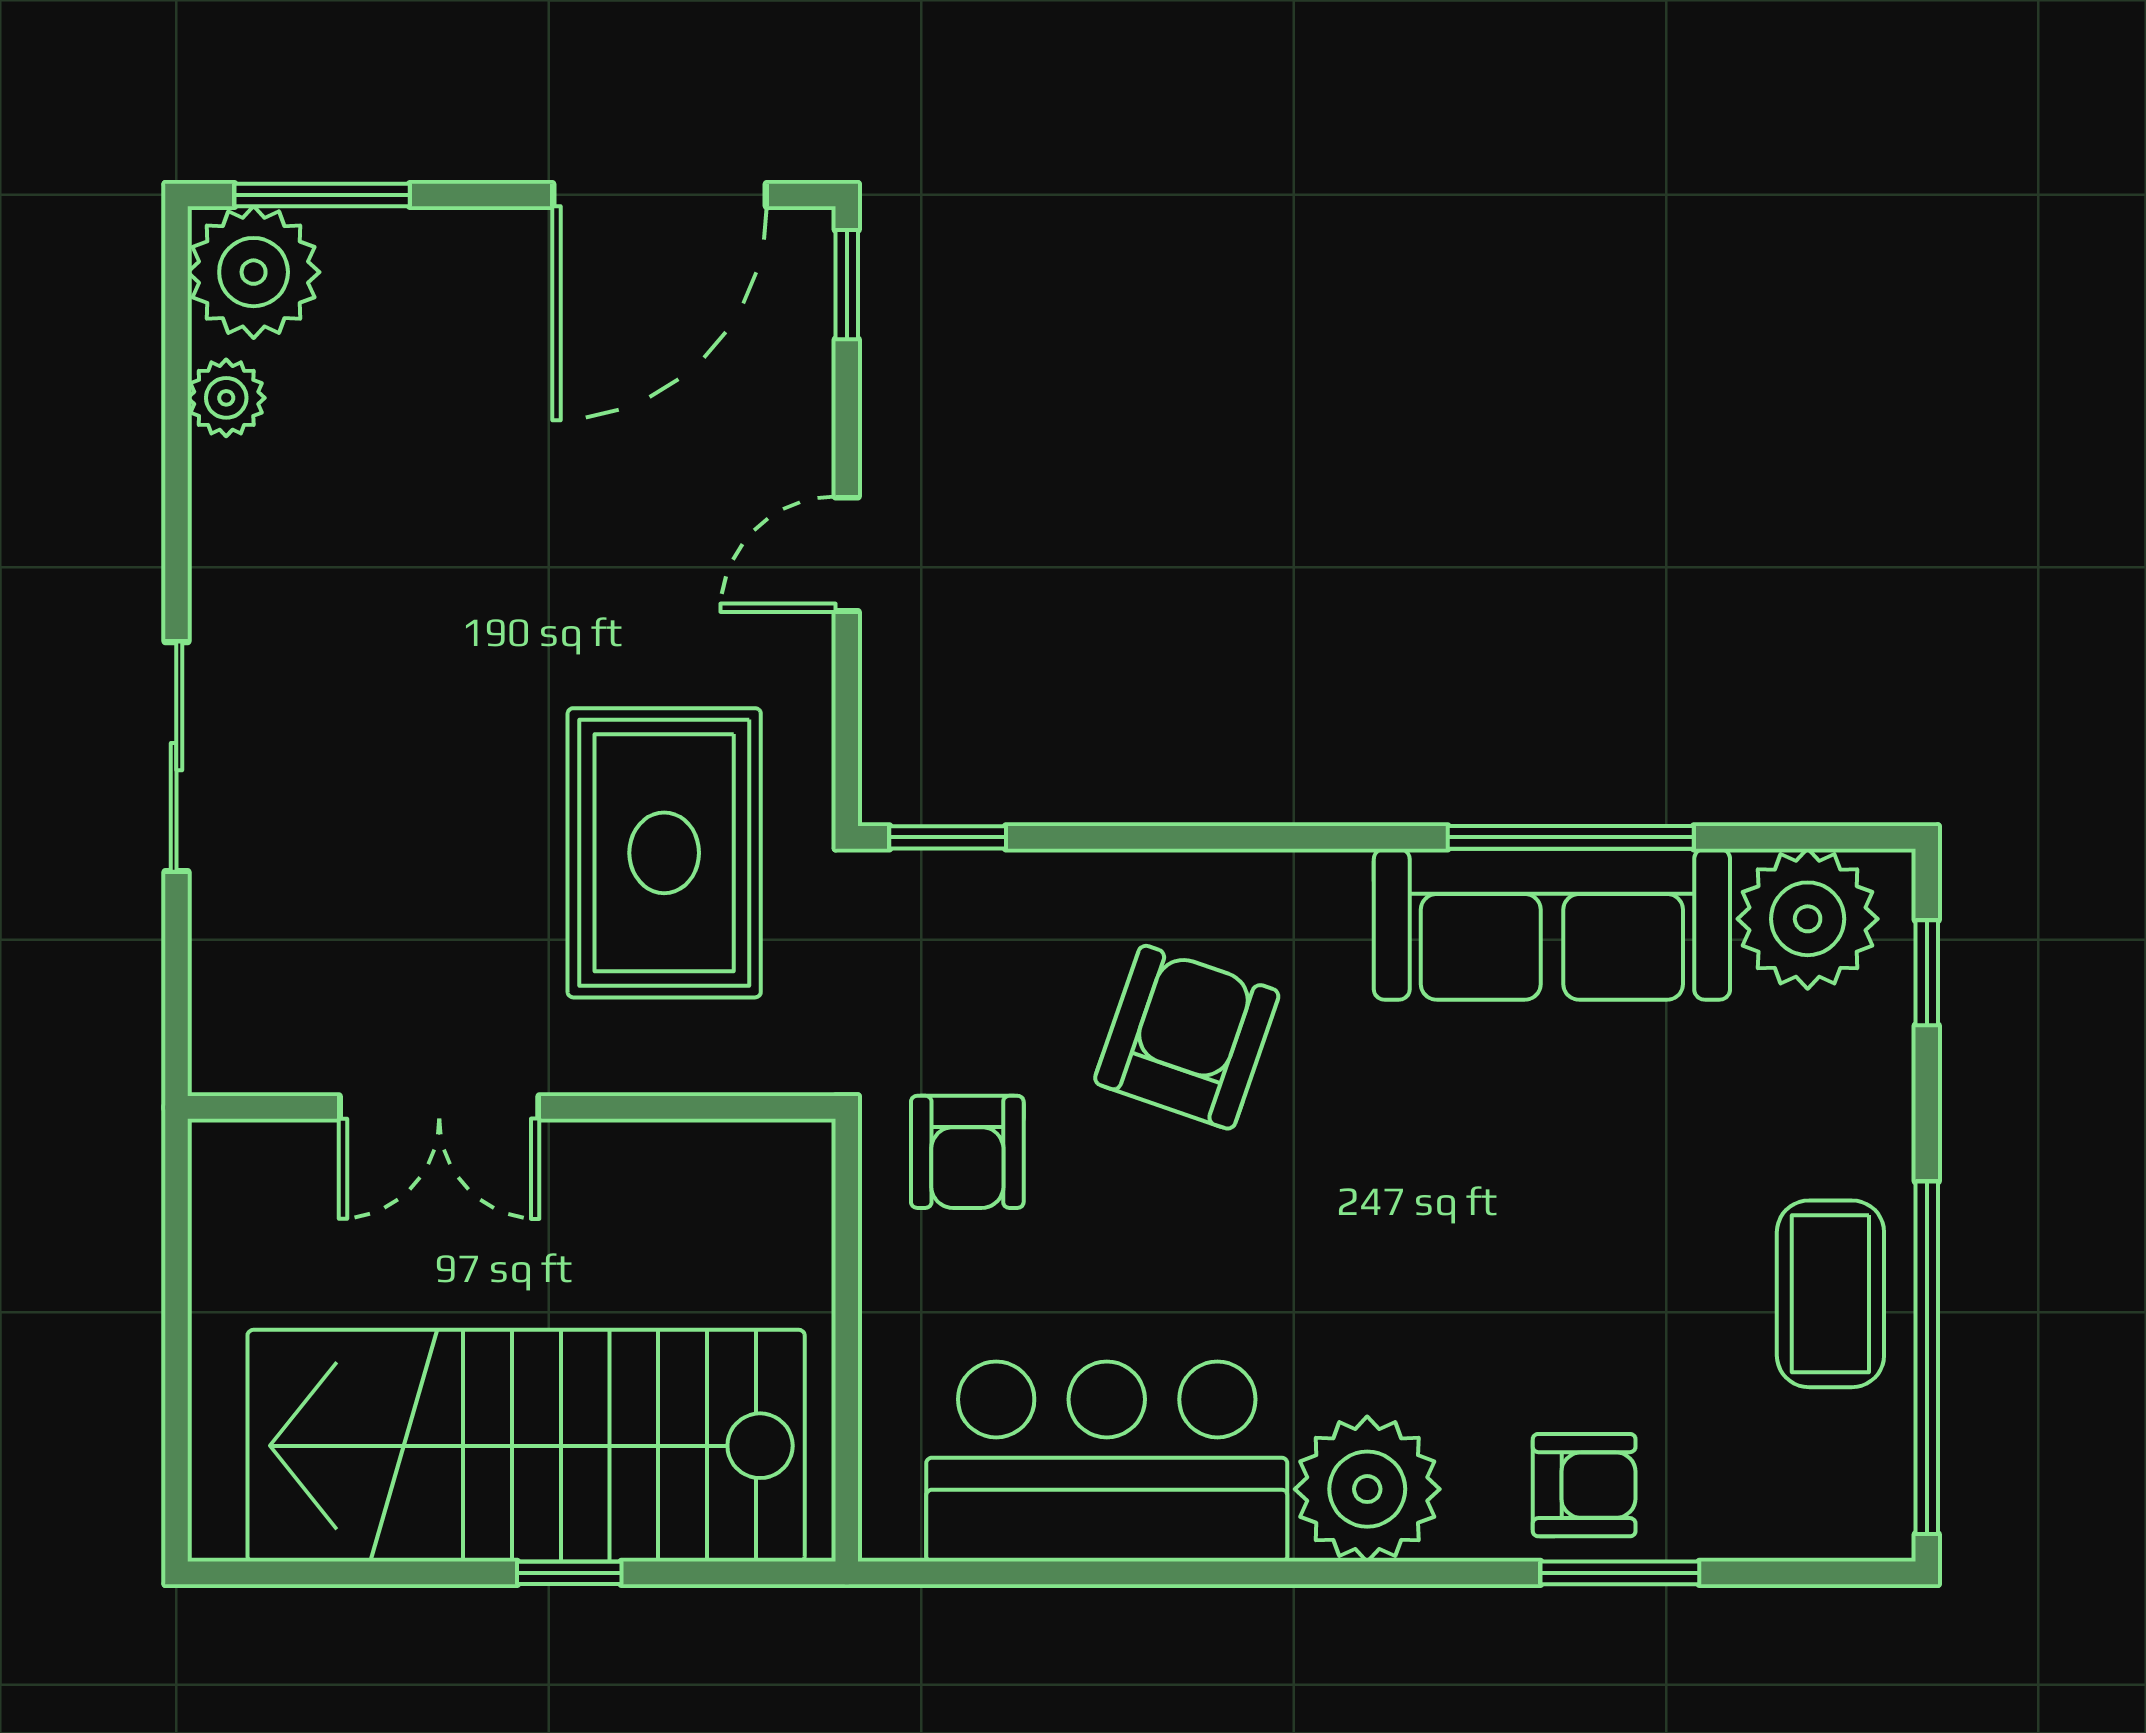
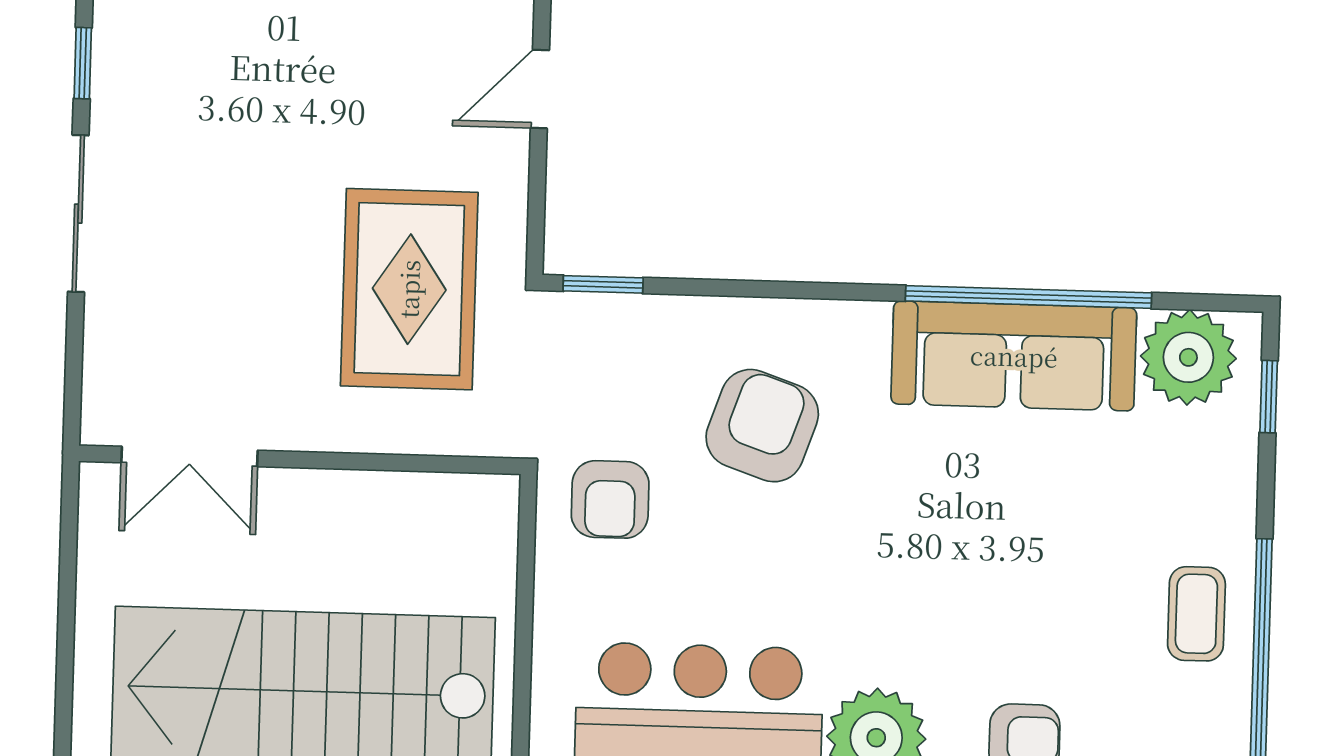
window: (176, 536) -> (83, 63), added
window: (1571, 837) -> (1028, 297), width x1.46
double door: (439, 1107) -> (190, 457), moved
coffee table: (1830, 1294) -> (1196, 614), width x0.73, depth x0.77

